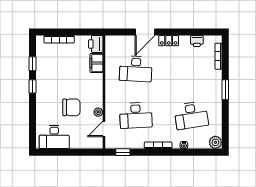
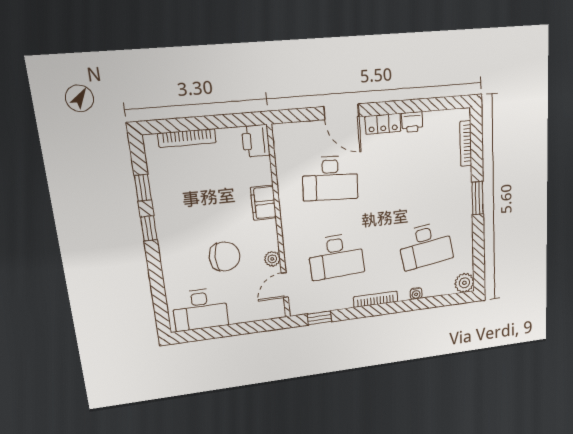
door: (145, 32) -> (341, 112), hinge flipped
printer: (197, 41) -> (412, 122), moved
filing cabinet: (96, 63) -> (263, 203), moved

